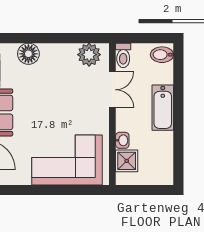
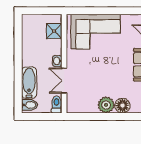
plant: (89, 55) -> (106, 105), moved
bathtub: (163, 108) -> (29, 83), moved
washbasin: (122, 140) -> (57, 61), moved

